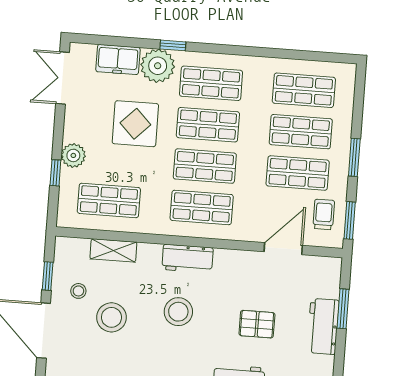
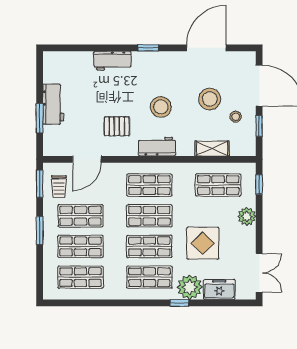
window: (55, 173) -> (259, 184), moved
pallet: (257, 324) -> (117, 126), moved

